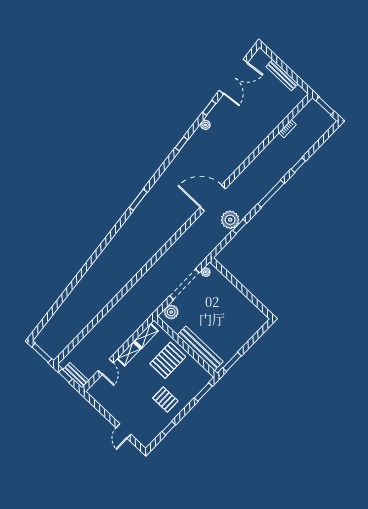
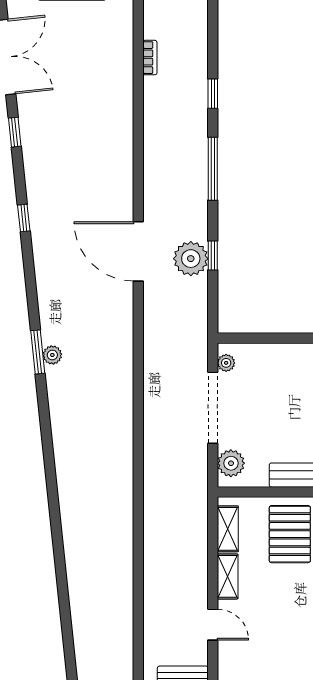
plant: (205, 125) -> (52, 355), moved
door: (213, 198) -> (138, 251), hinge flipped

